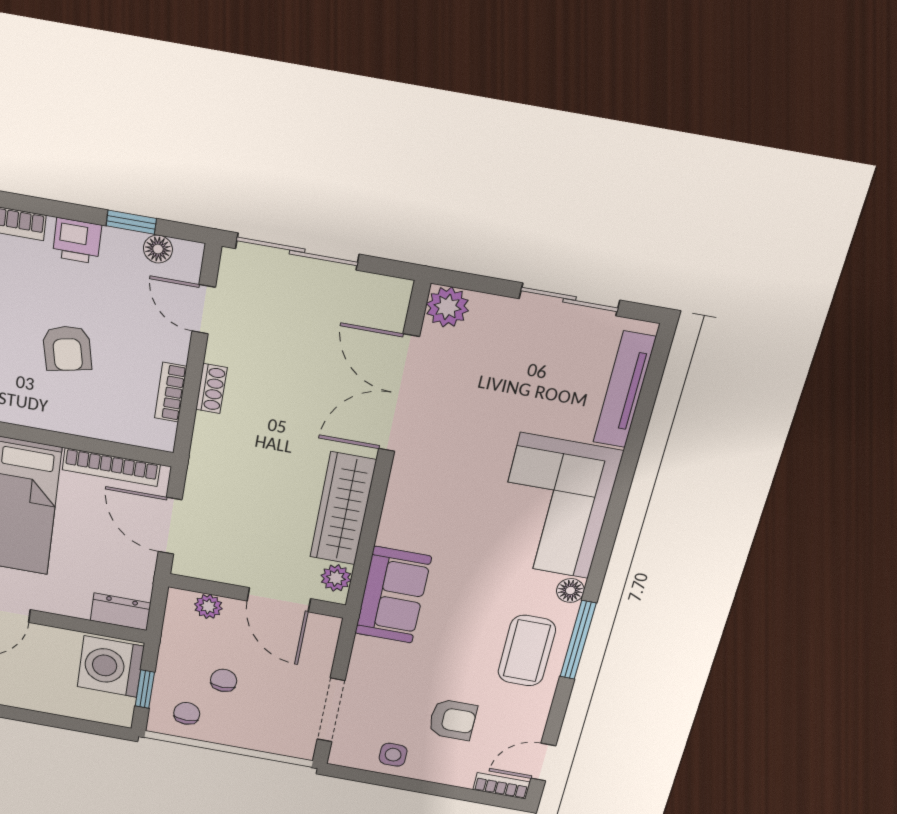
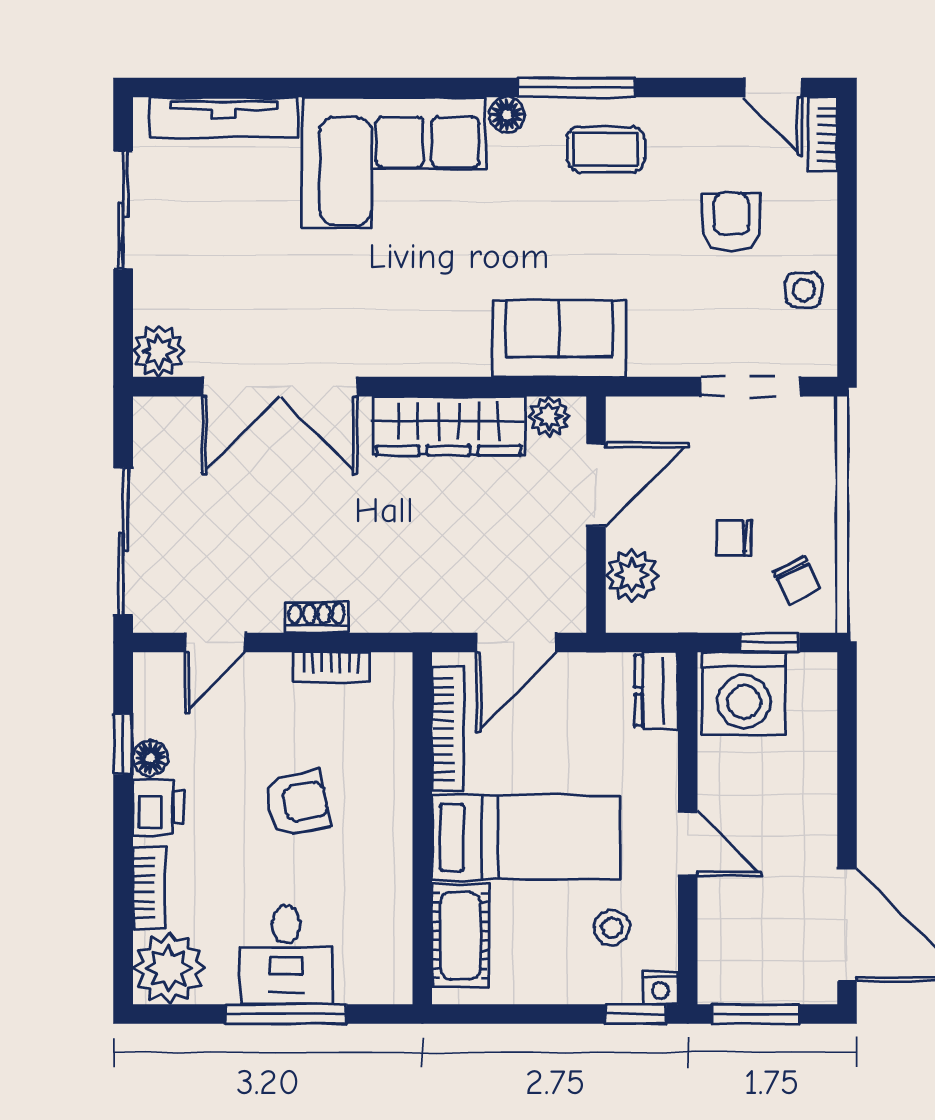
floor lamp: (158, 249) -> (150, 758), moved
plant: (208, 606) -> (632, 575), width x1.38, depth x1.38
coffee table: (527, 651) -> (606, 149), width x0.73, depth x0.77
chair: (187, 713) -> (797, 580), turned -117

